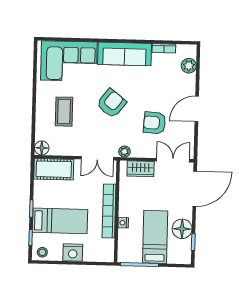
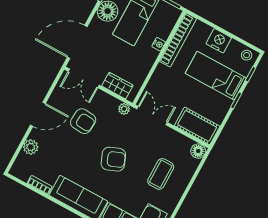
plant: (189, 66) -> (31, 147), moved
armchair: (112, 103) -> (113, 159), turned -150
bookcase: (109, 211) -> (178, 40), moved

